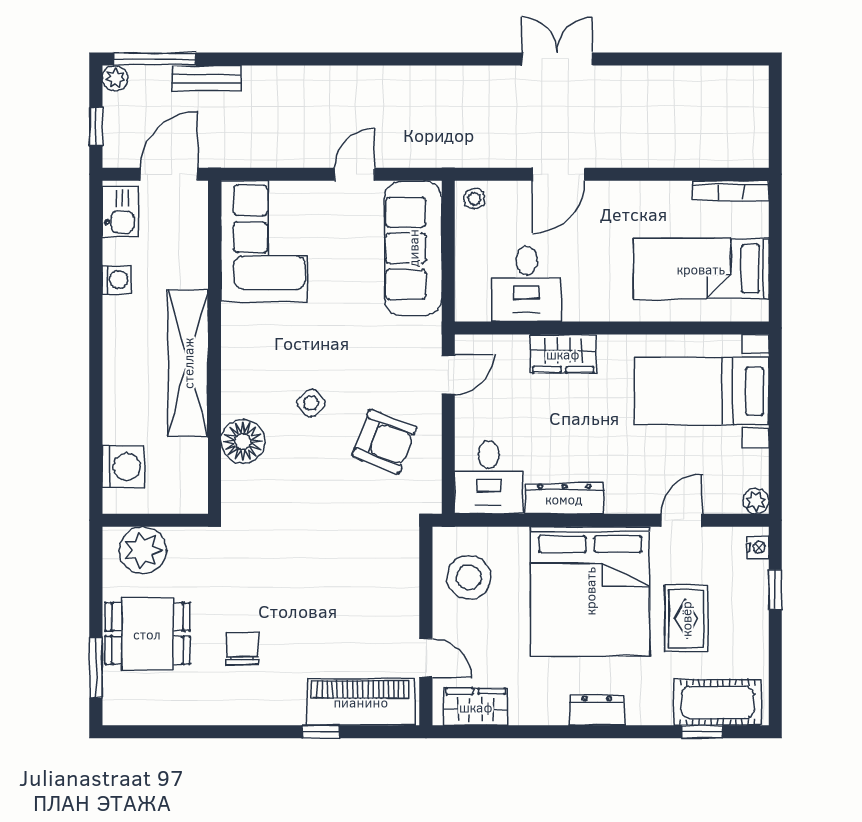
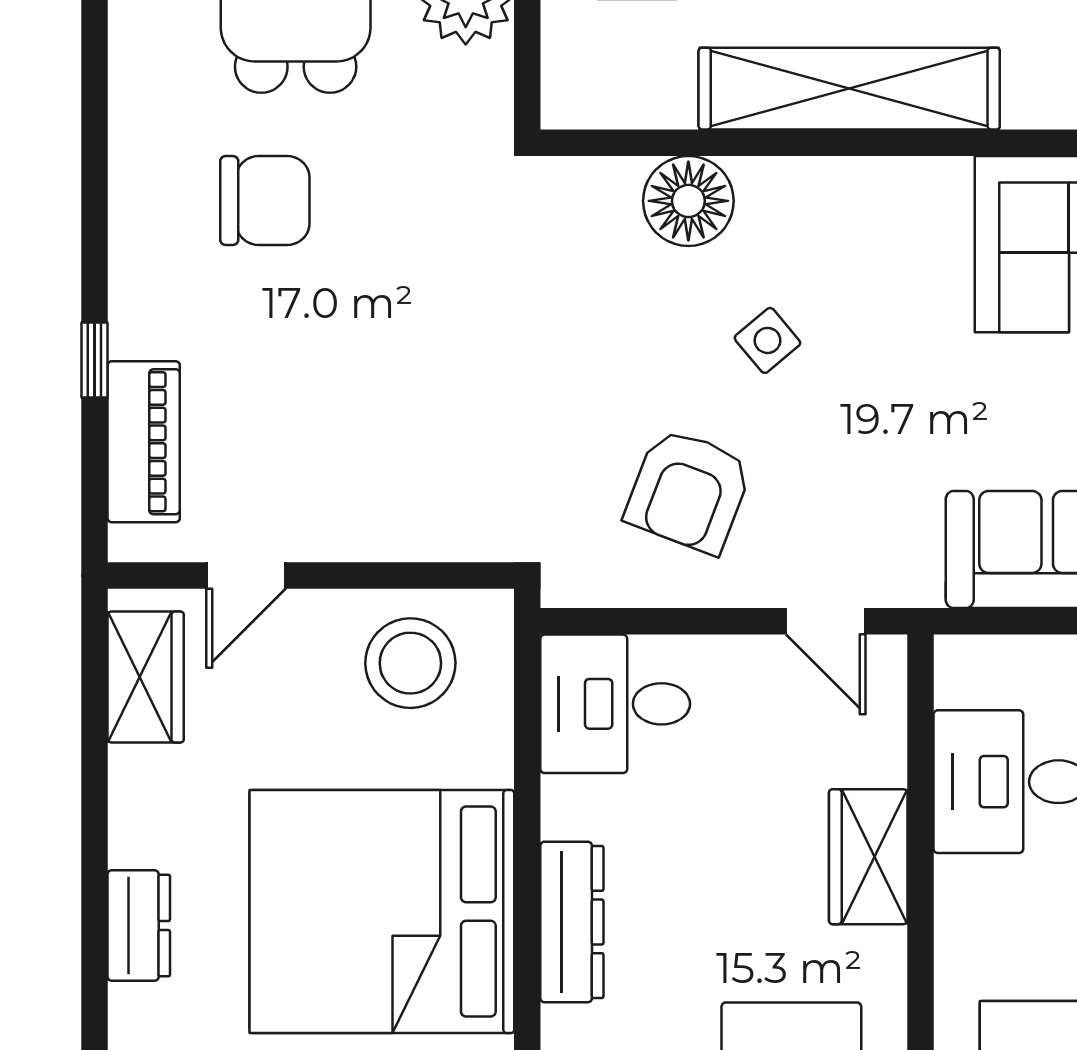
dresser: (564, 499) -> (572, 922), moved
chair: (243, 649) -> (265, 201), width x1.37, depth x1.37
piano: (361, 702) -> (144, 442), width x0.73, depth x0.75

